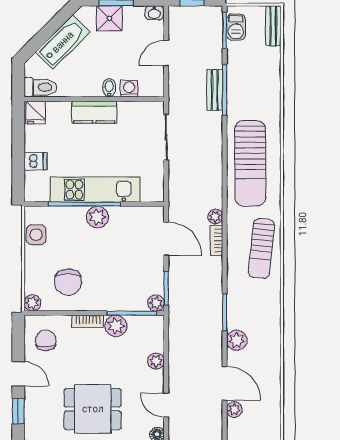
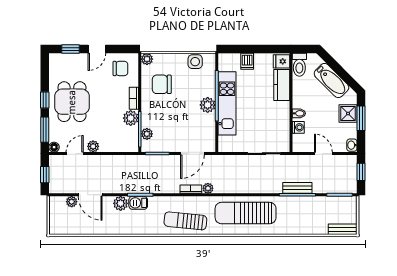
barbecue: (236, 27) -> (138, 203), moved
kitchen counter: (94, 112) -> (282, 85), moved
plant: (156, 303) -> (147, 134), moved
plant: (156, 361) -> (93, 146), moved
door: (225, 383) -> (90, 195), hinge flipped

